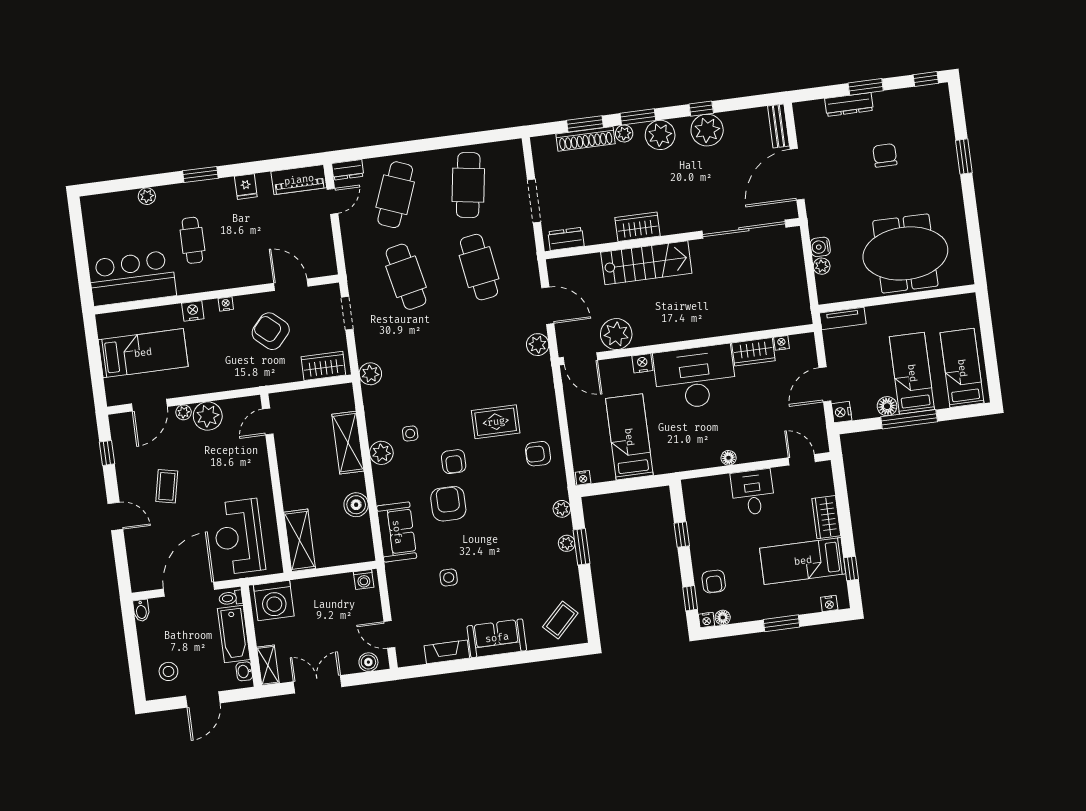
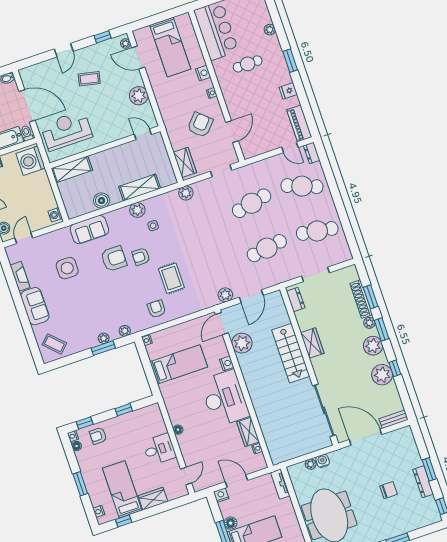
dresser: (849, 104) -> (423, 482), moved
plant: (184, 412) -> (126, 44), moved
side table: (449, 578) -> (67, 268), width x1.87, depth x1.87

